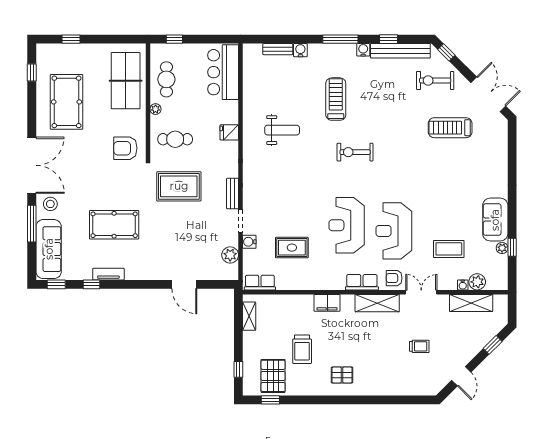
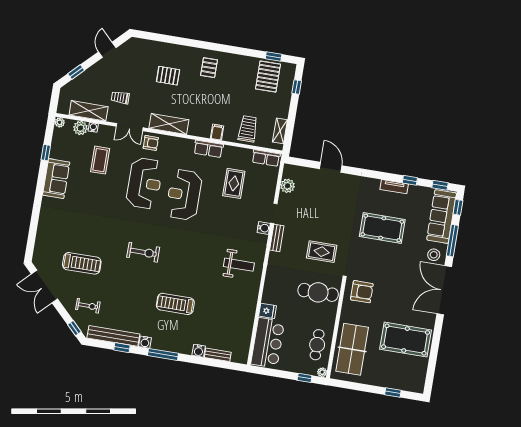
window: (32, 73) -> (458, 207), moved
exercise bike: (435, 80) -> (88, 306), width x0.73, depth x0.72
treadmill: (336, 99) -> (175, 304), turned 90
pool table: (66, 102) -> (406, 340), turned 90
plant: (156, 109) -> (322, 372), moved
weight bench: (282, 130) -> (239, 265), moved, turned 180
fridge: (229, 132) -> (268, 311), moved
cafe table: (175, 139) -> (318, 292), width x1.37, depth x1.35
exercise bike: (355, 152) -> (143, 252), moved
rug: (179, 186) -> (322, 252), width x0.73, depth x0.70
reception desk: (347, 225) -> (184, 195), turned 180
water cooler: (249, 242) -> (264, 228), moved
rug: (292, 248) -> (234, 183), turned 90
plant: (502, 248) -> (60, 122), moved
coffee table: (449, 249) -> (100, 160), turned 90
row of seats: (362, 282) -> (208, 149), moved
filing cabinet: (327, 303) -> (217, 132), width x0.50
trolley: (419, 346) -> (120, 97), moved
trolley: (302, 349) -> (248, 129), moved
pallet: (387, 358) -> (168, 76), added
pallet: (342, 375) -> (209, 68), turned 90

